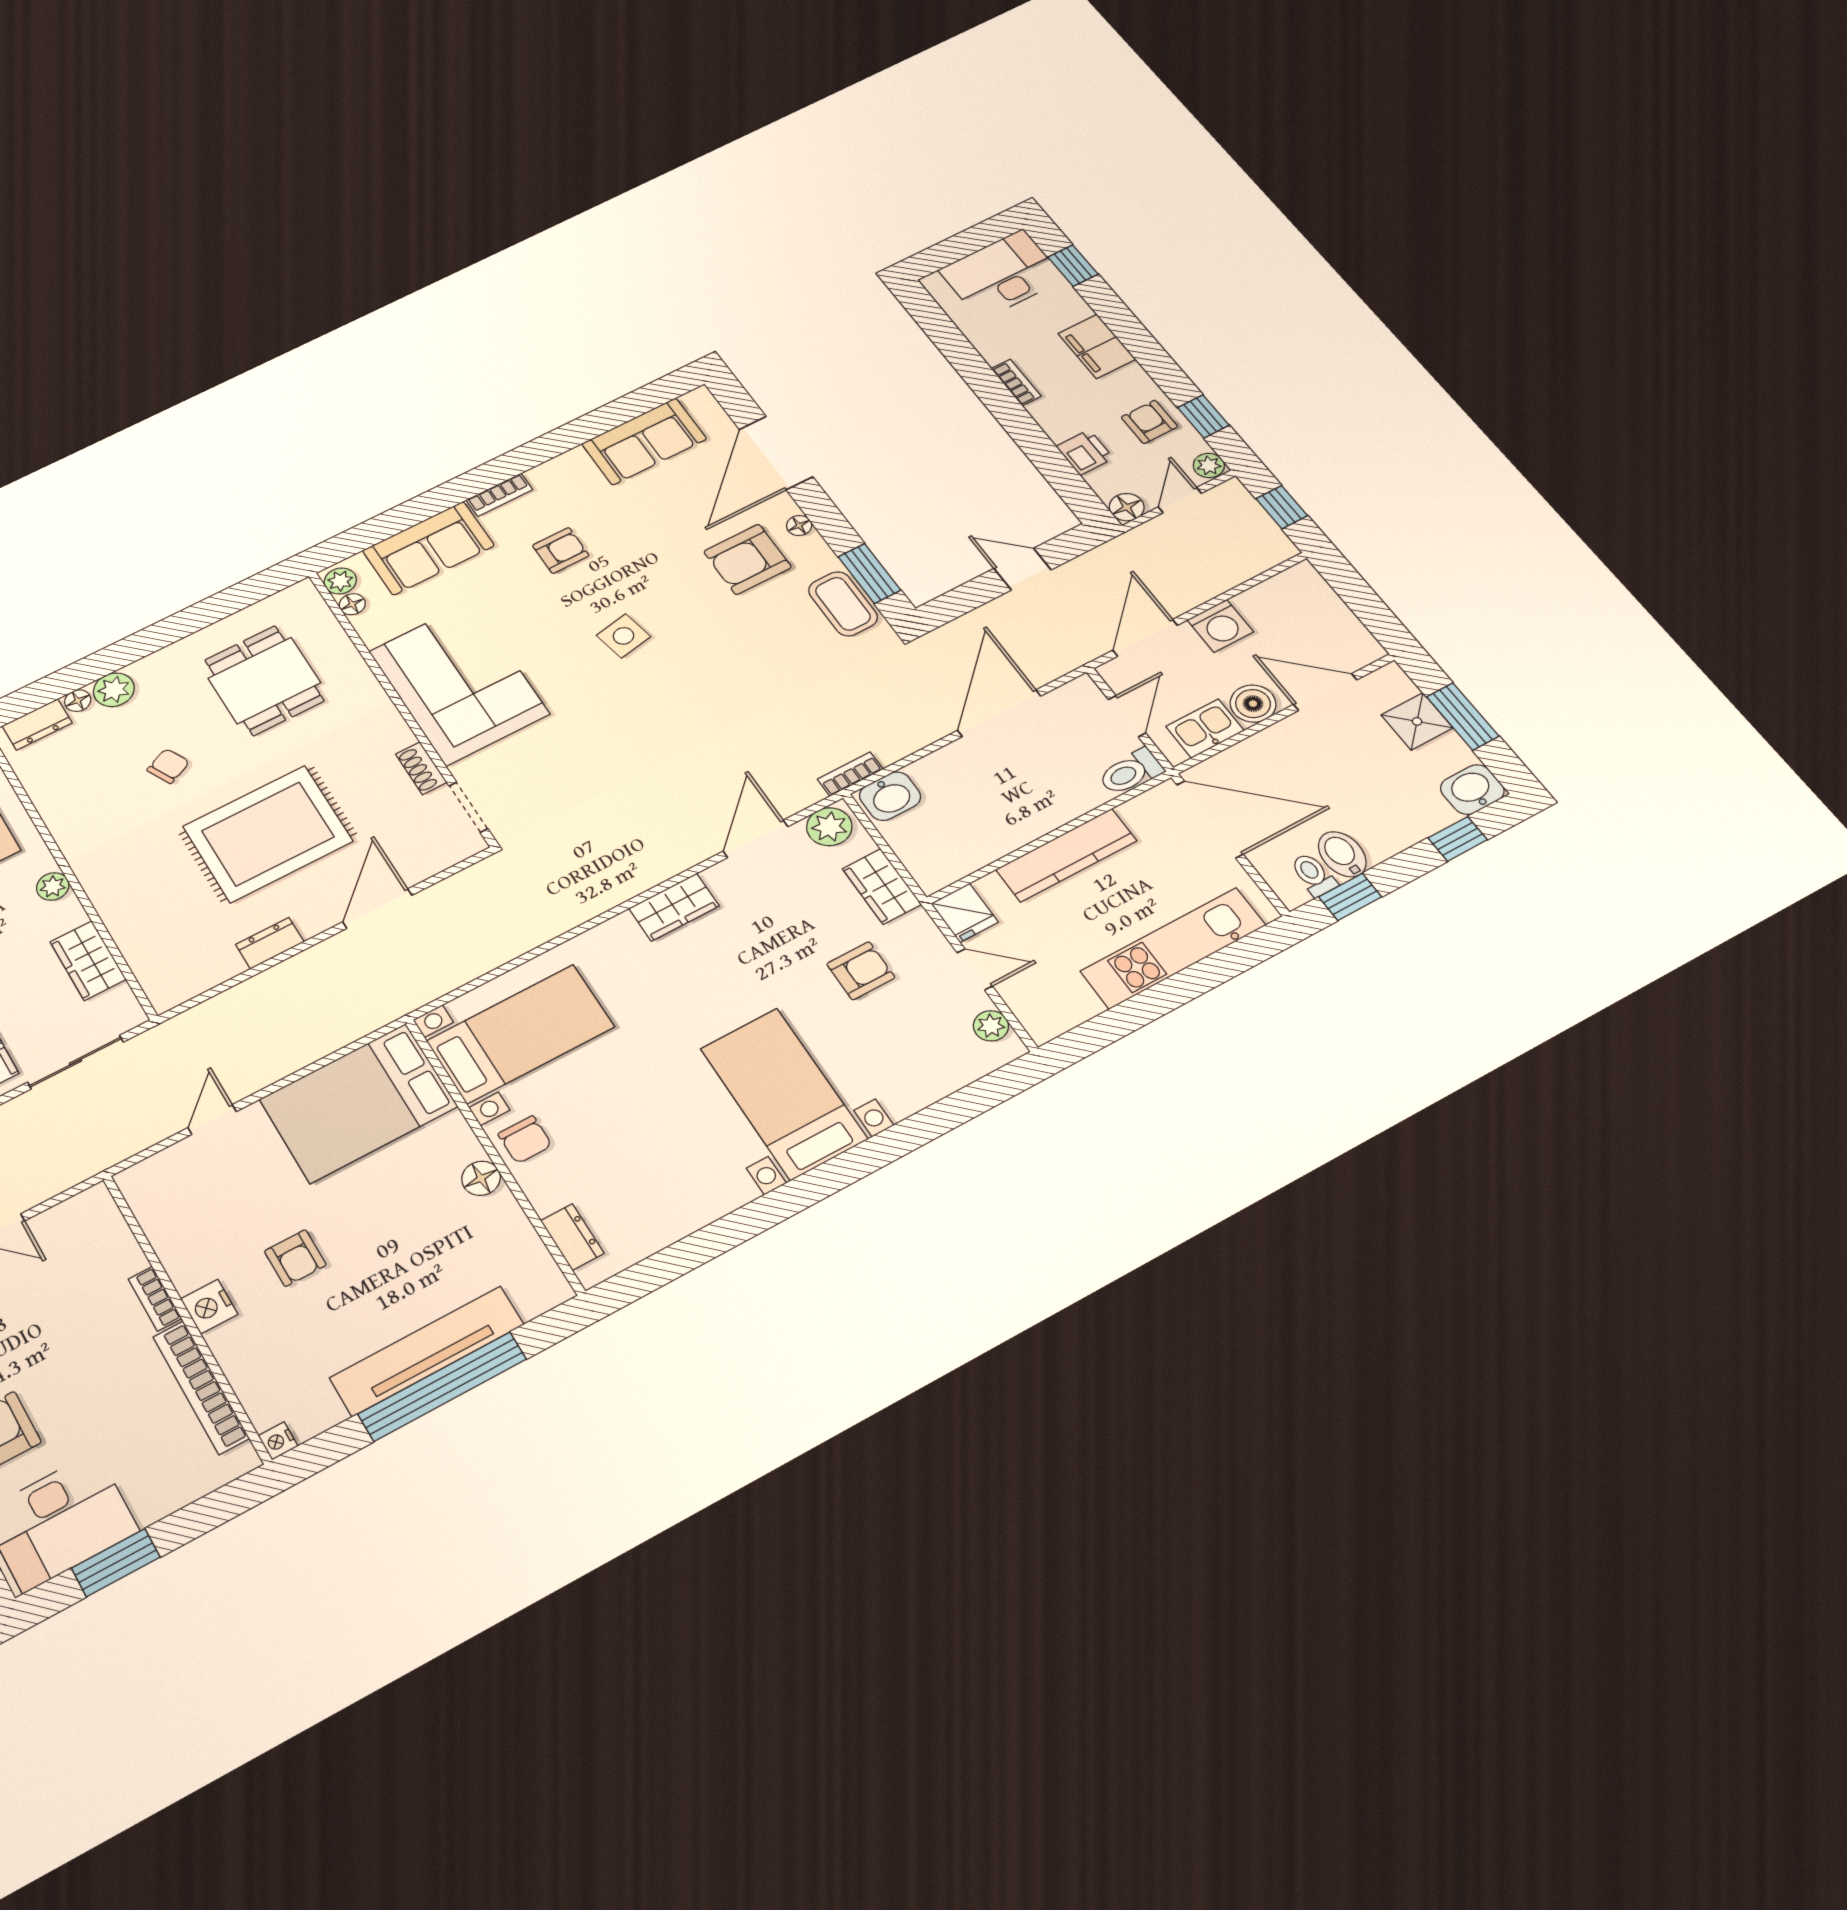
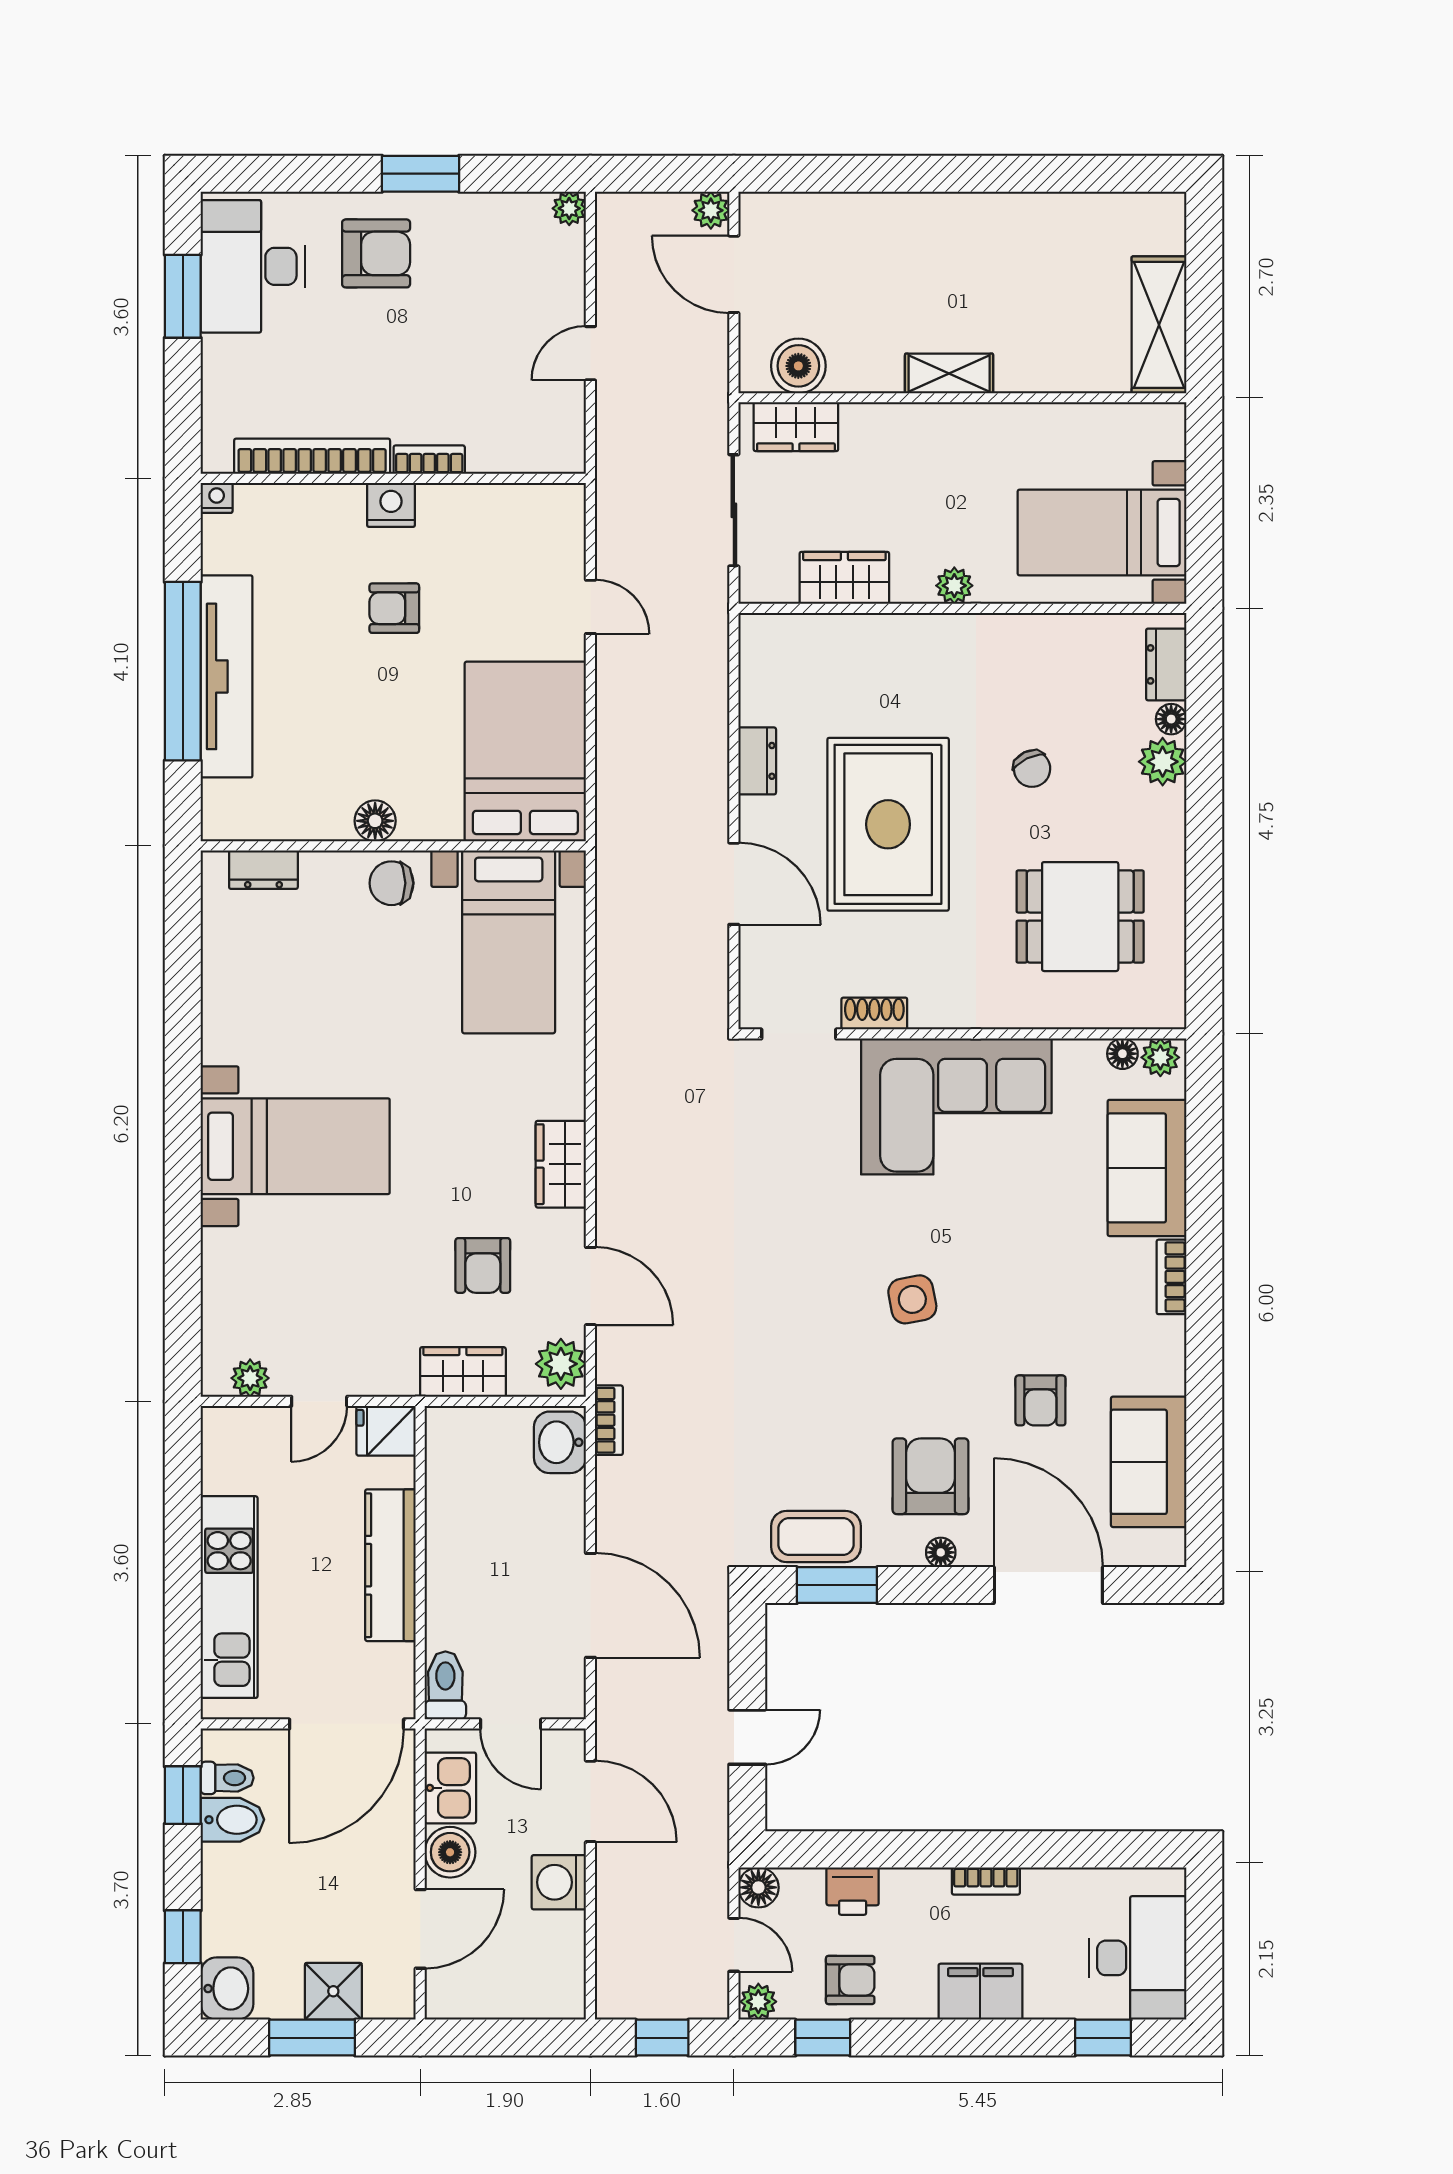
armchair: (561, 550) -> (1040, 1400), moved
armchair: (861, 971) -> (483, 1265), moved

